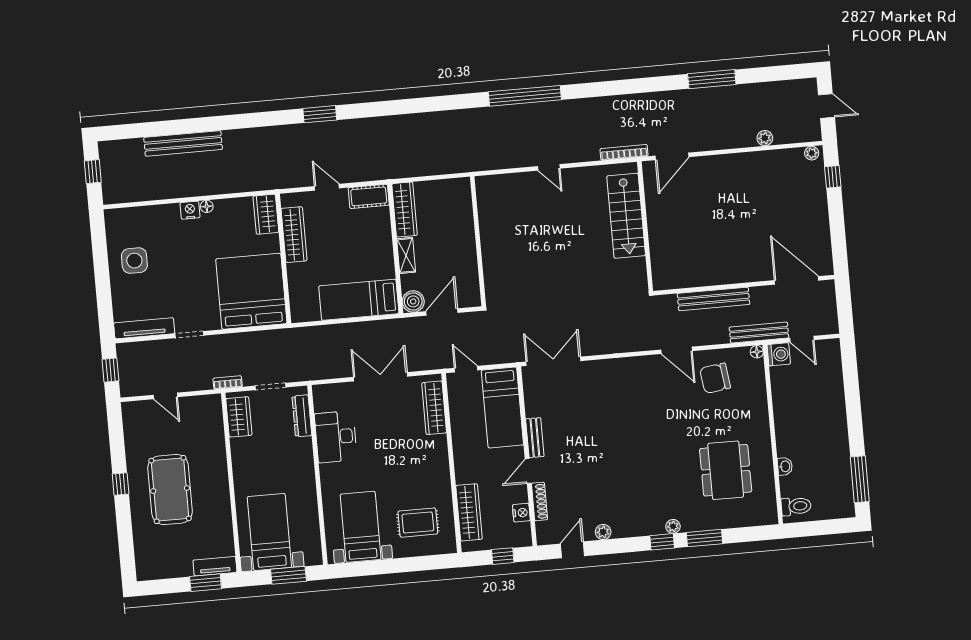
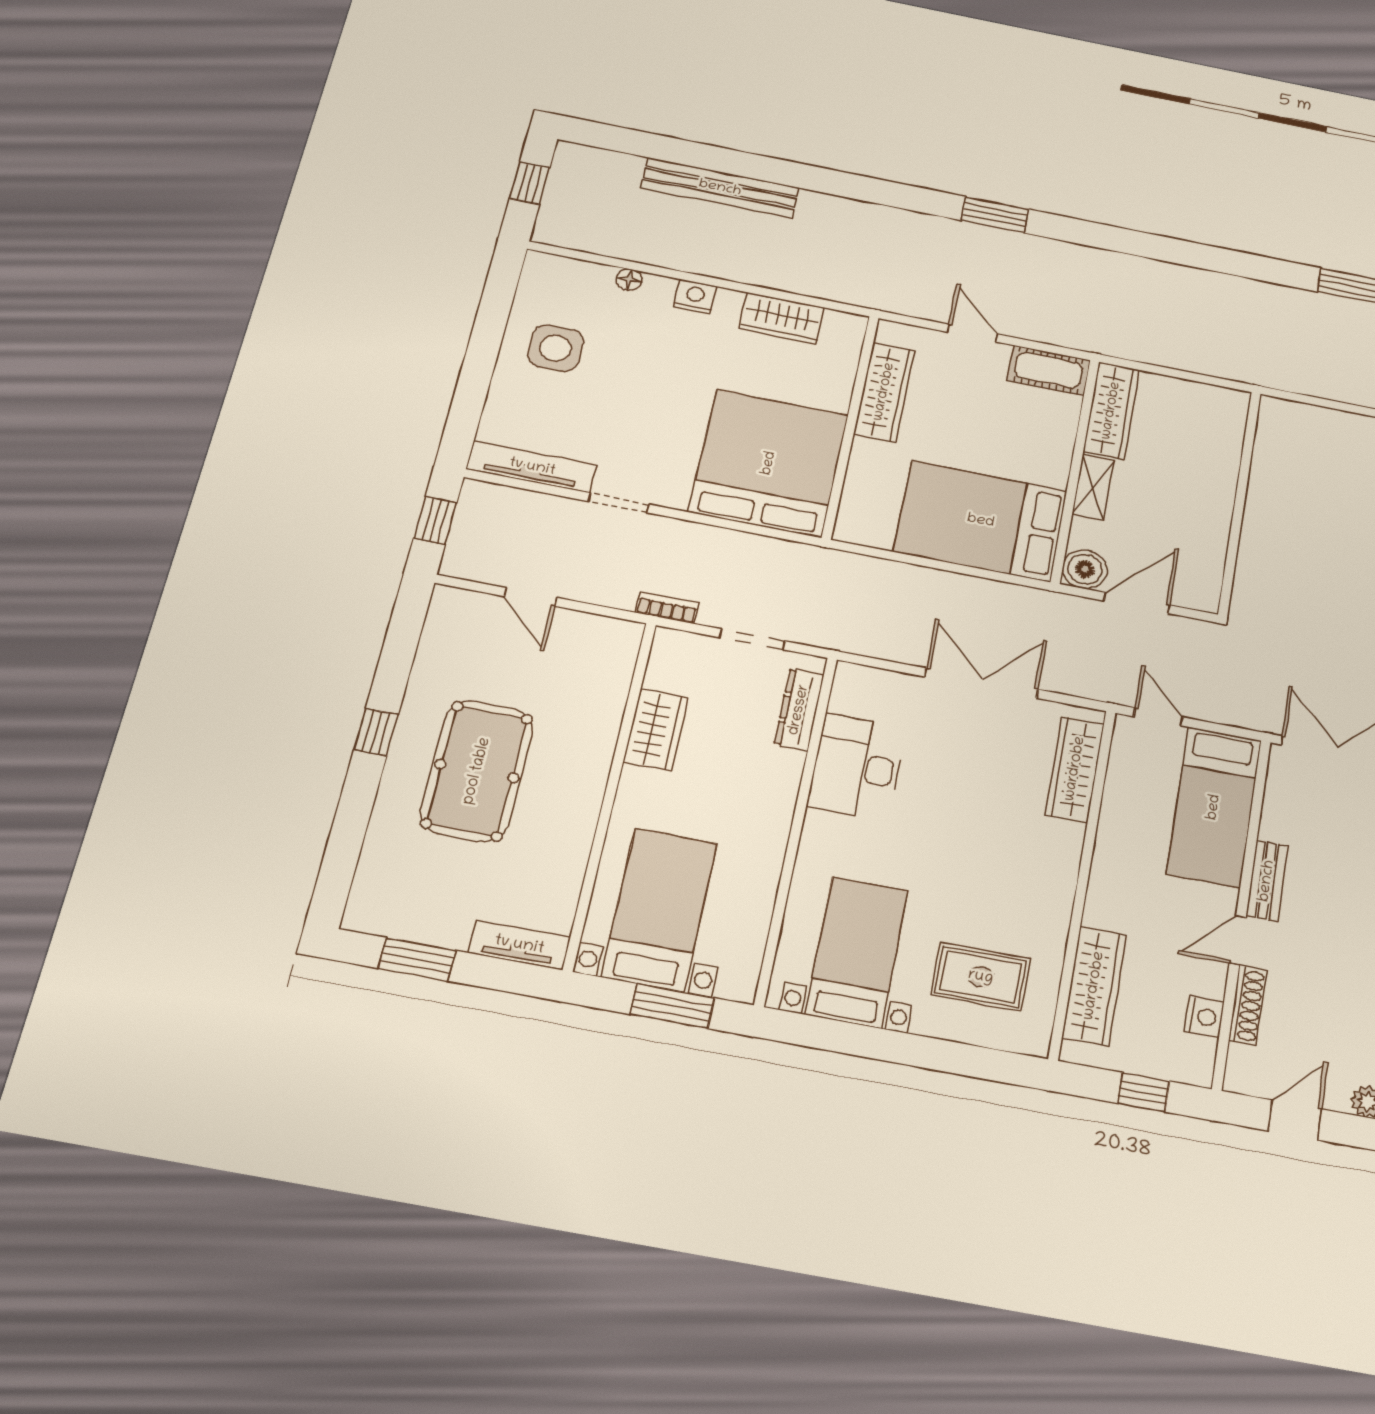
floor lamp: (207, 206) -> (629, 280), moved
wardrobe: (266, 214) -> (782, 318), moved, turned -90
bed: (359, 300) -> (981, 521), width x1.50
wardrobe: (239, 417) -> (656, 730), moved
window: (206, 583) -> (417, 959), moved

